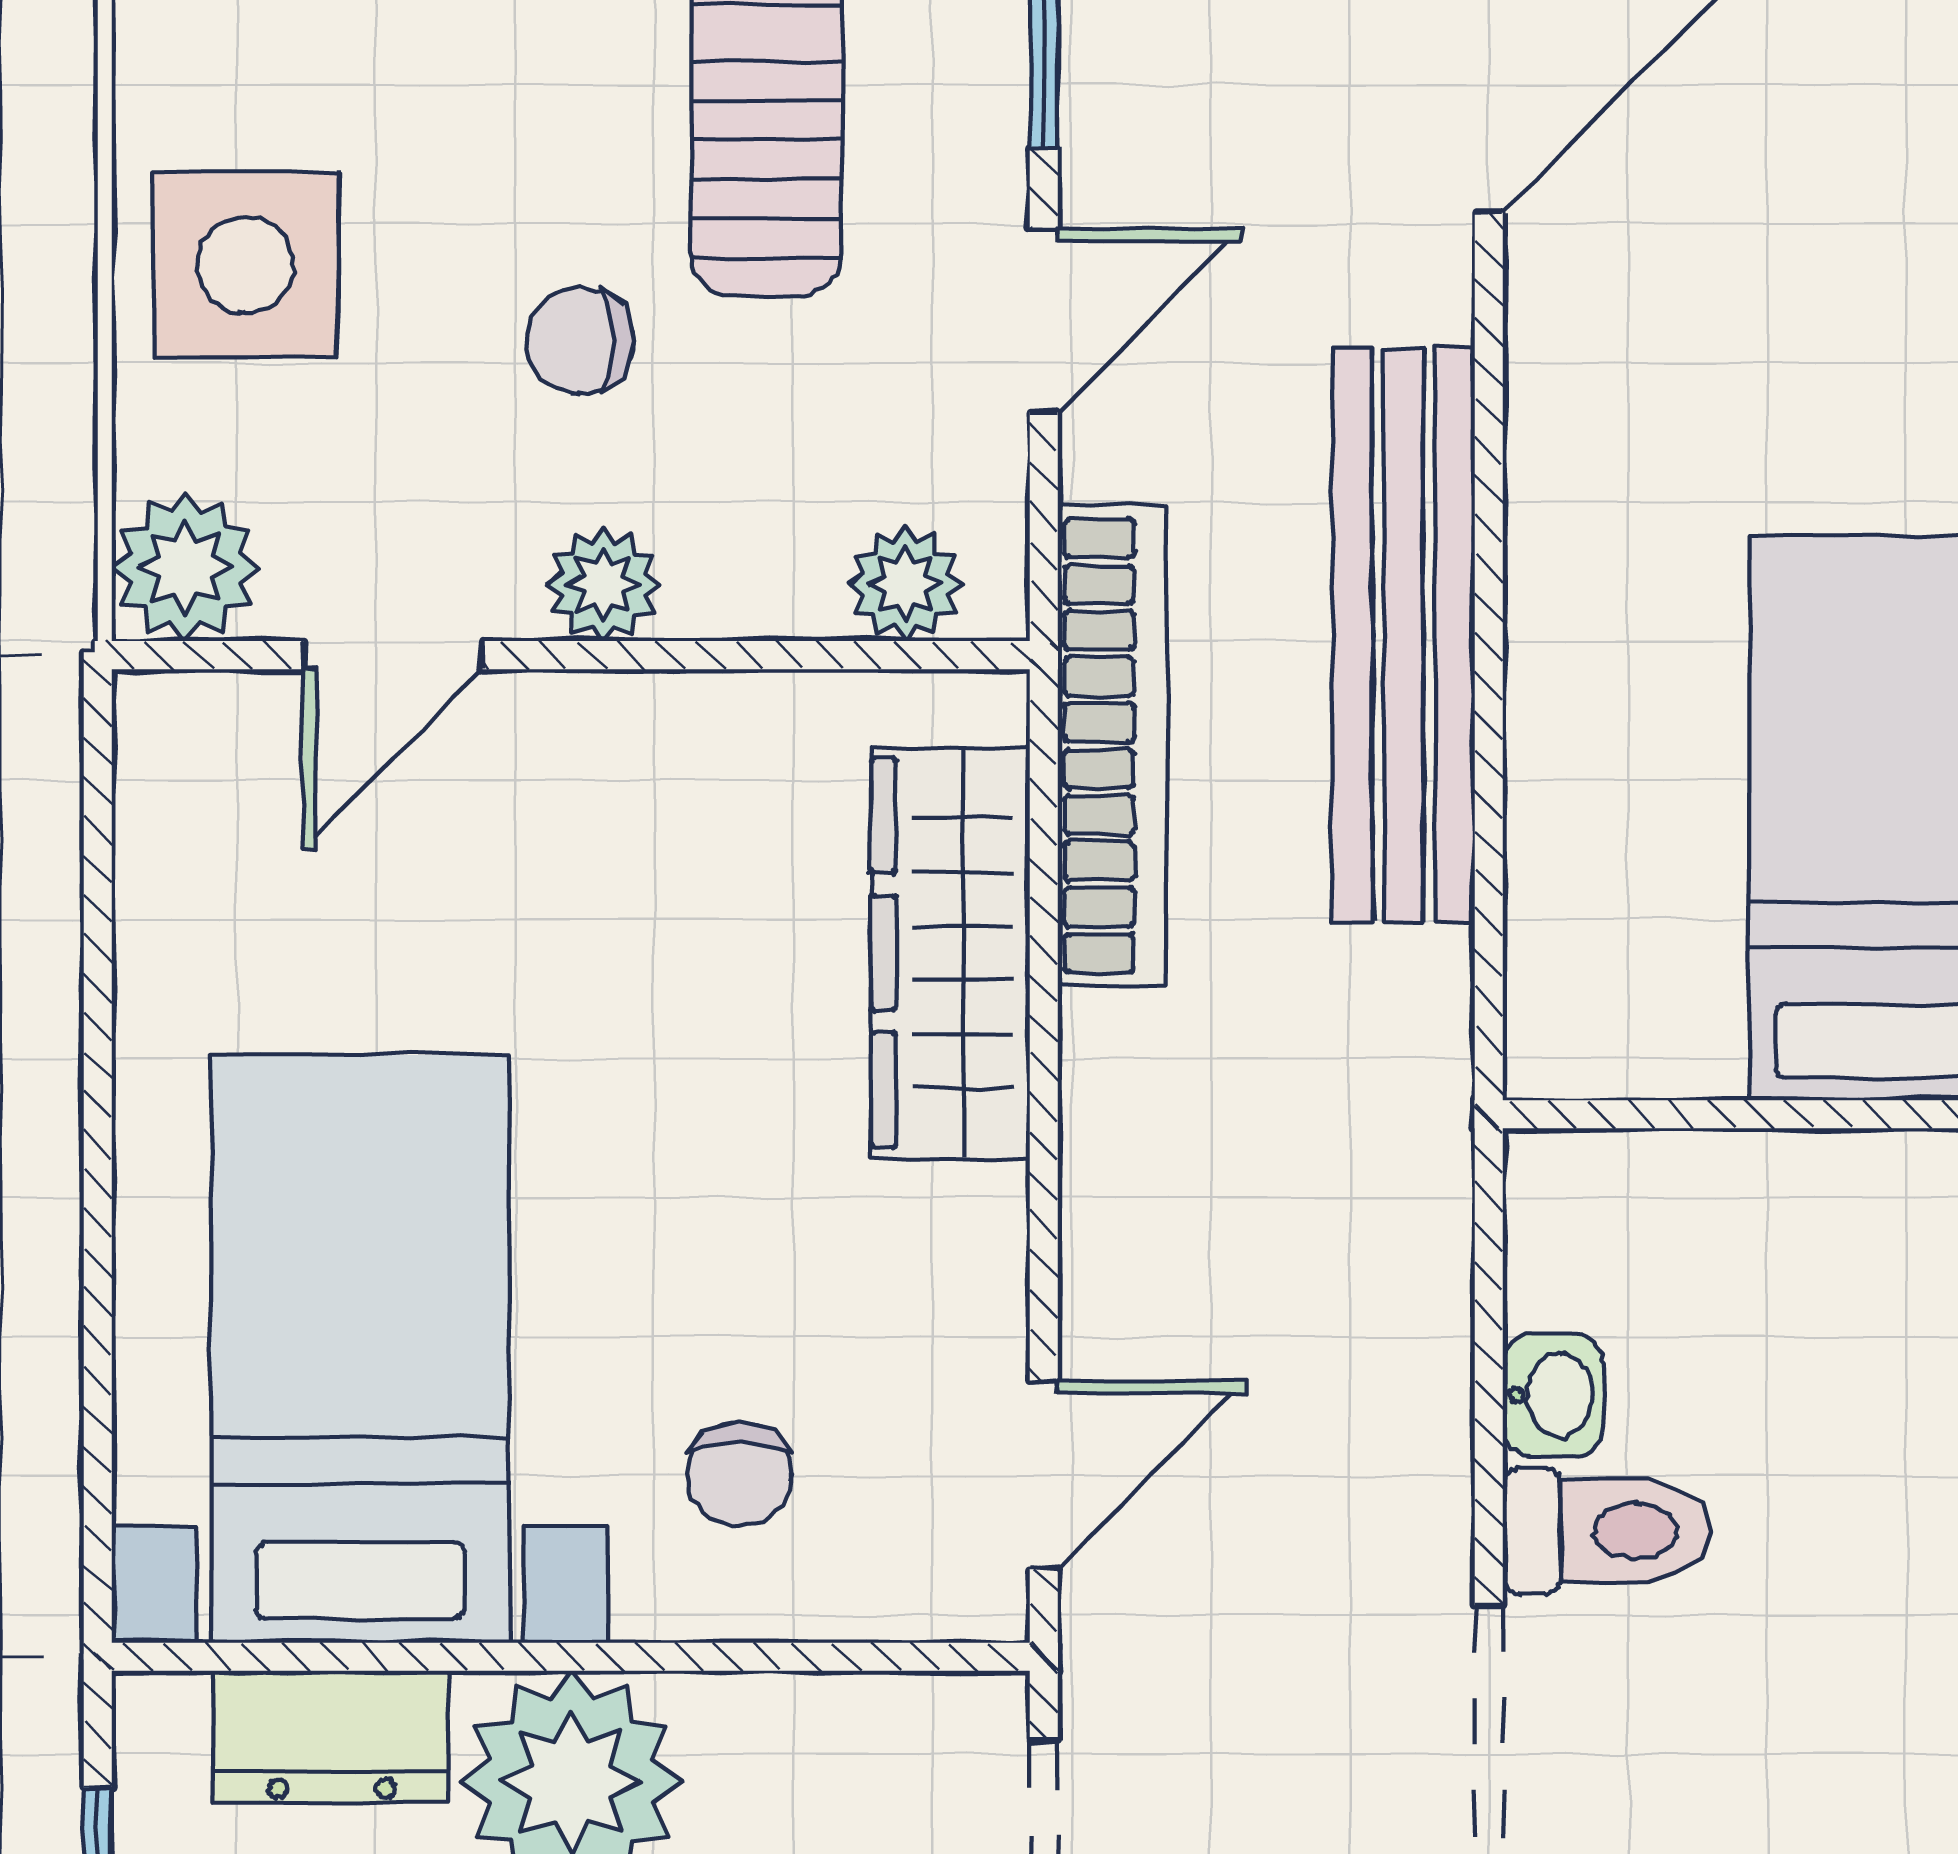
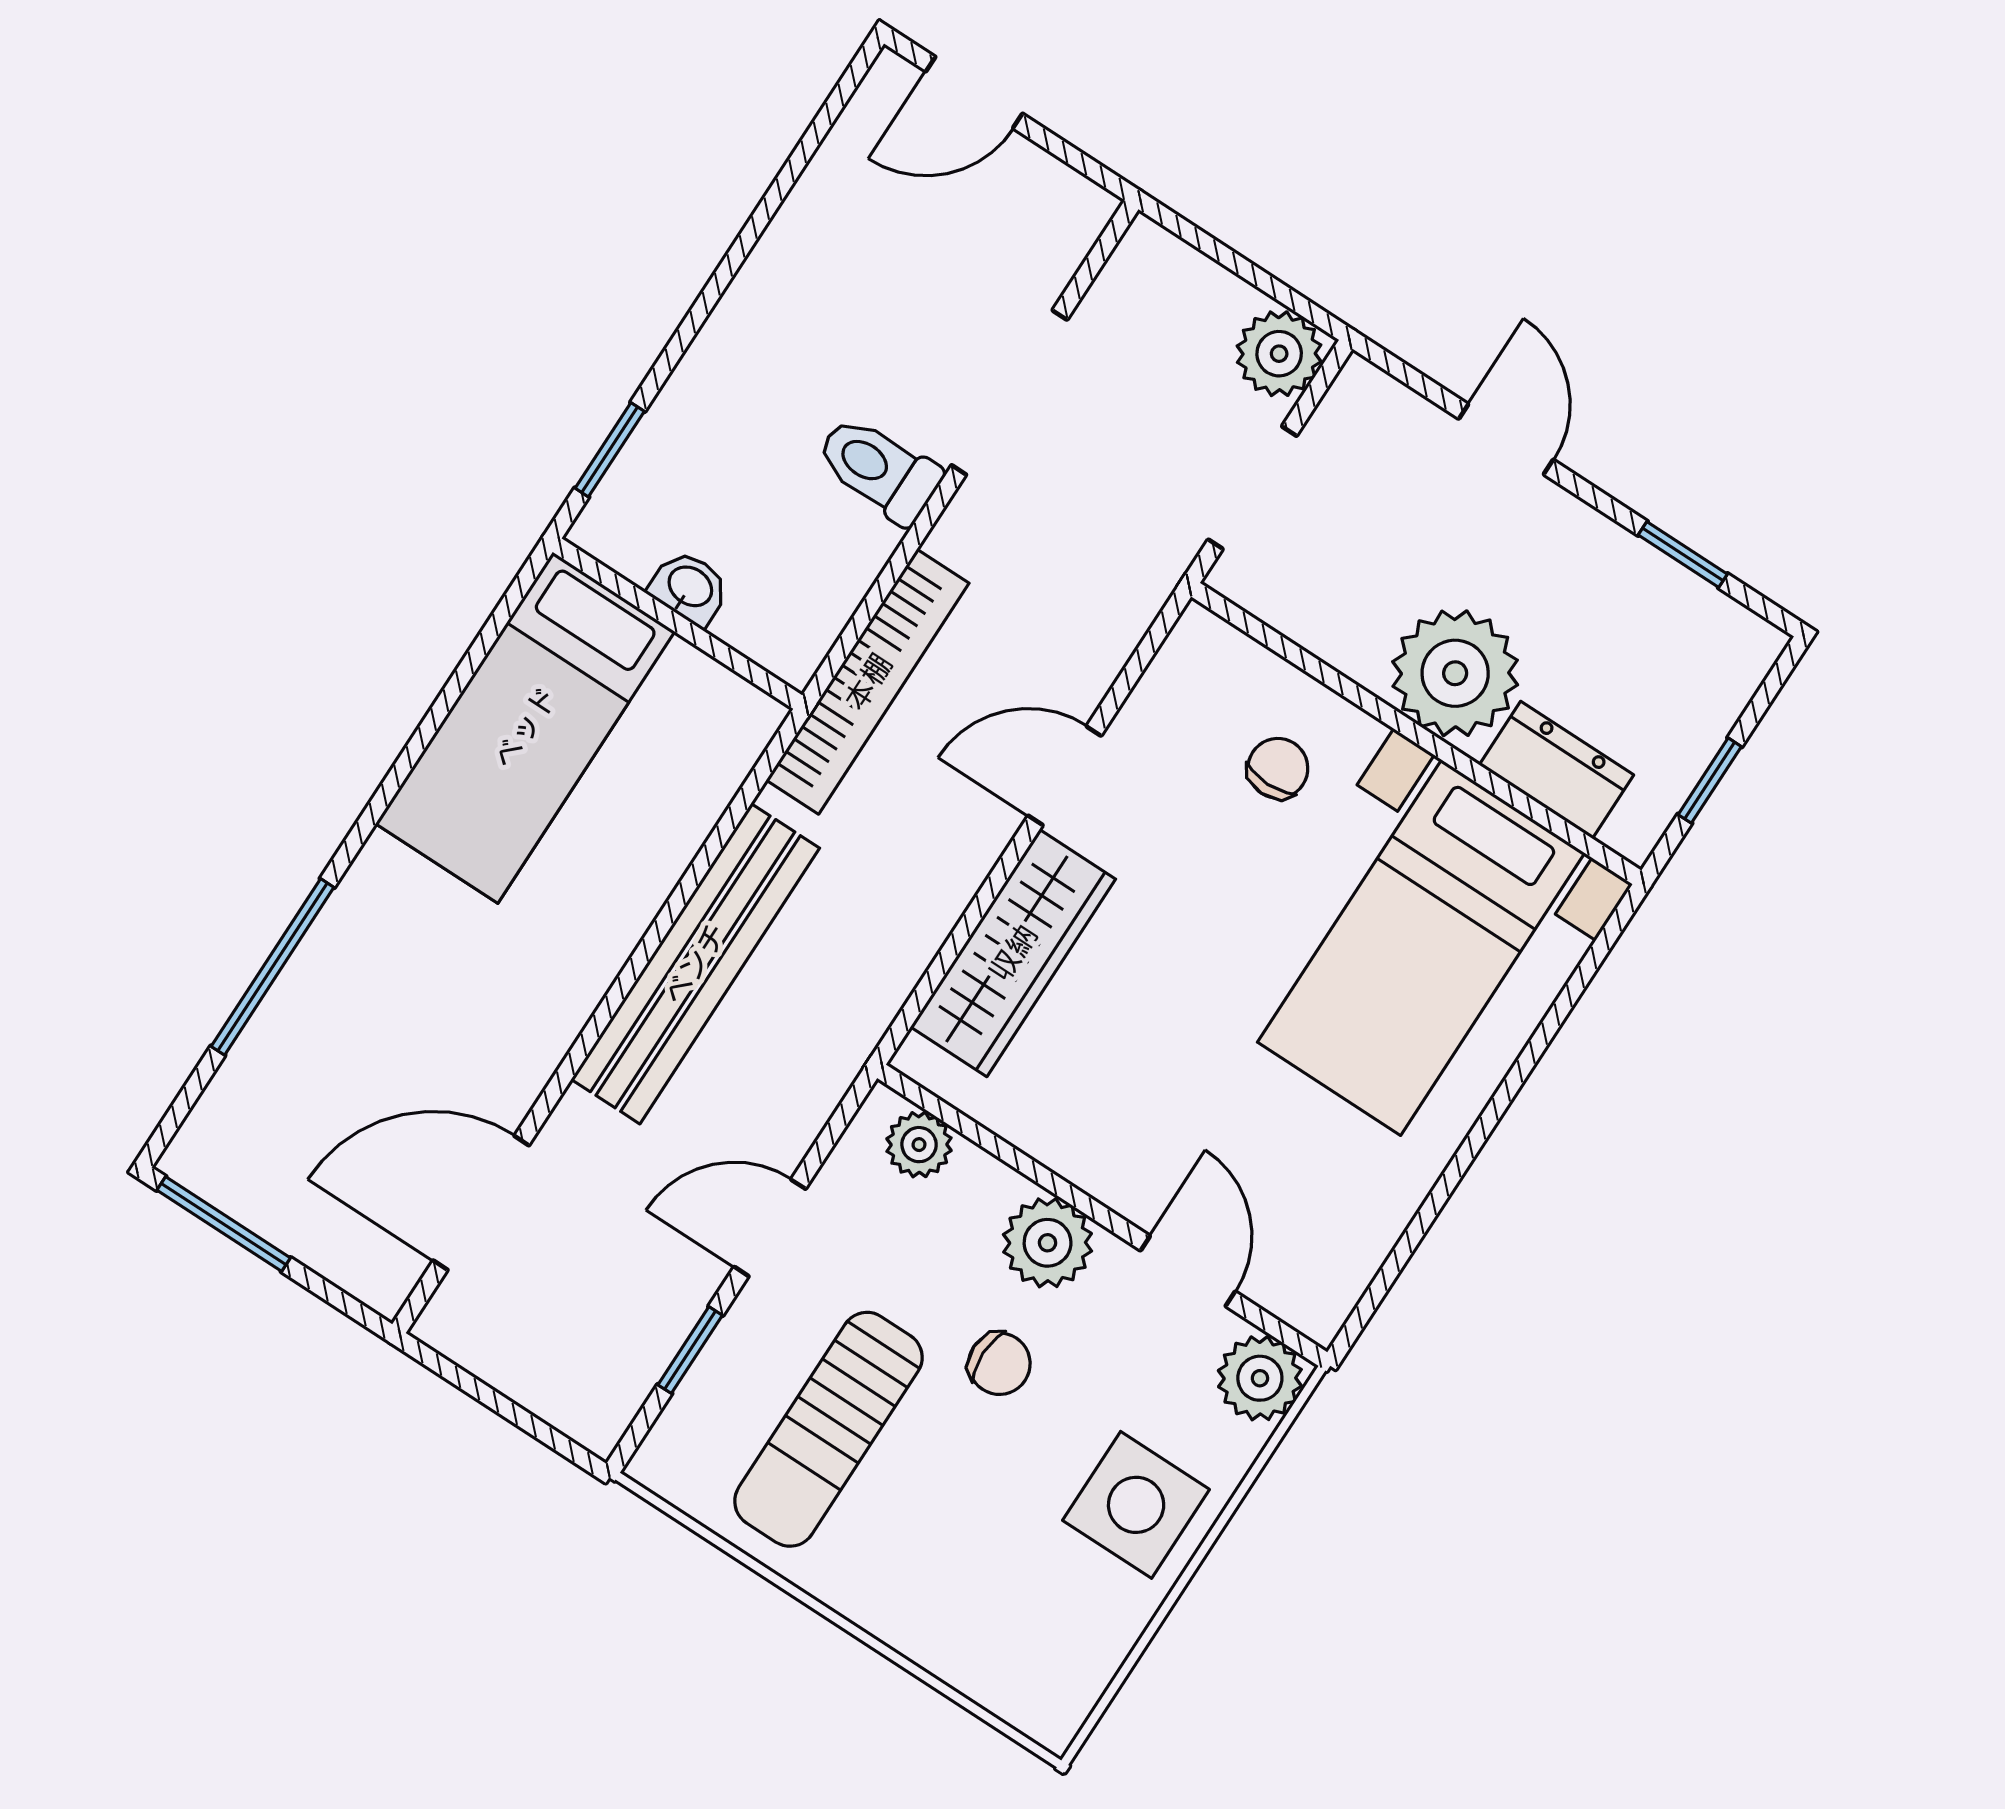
plant: (603, 584) -> (1048, 1243), width x1.38, depth x1.38
door: (393, 655) -> (1188, 1271), hinge flipped
bookcase: (1112, 746) -> (868, 682), moved, turned 180
washbasin: (1553, 1395) -> (689, 588), moved, turned 90
door: (1044, 1475) -> (1065, 776), moved

